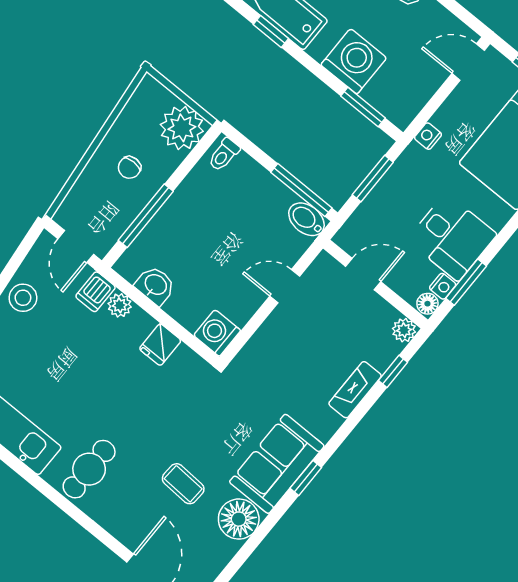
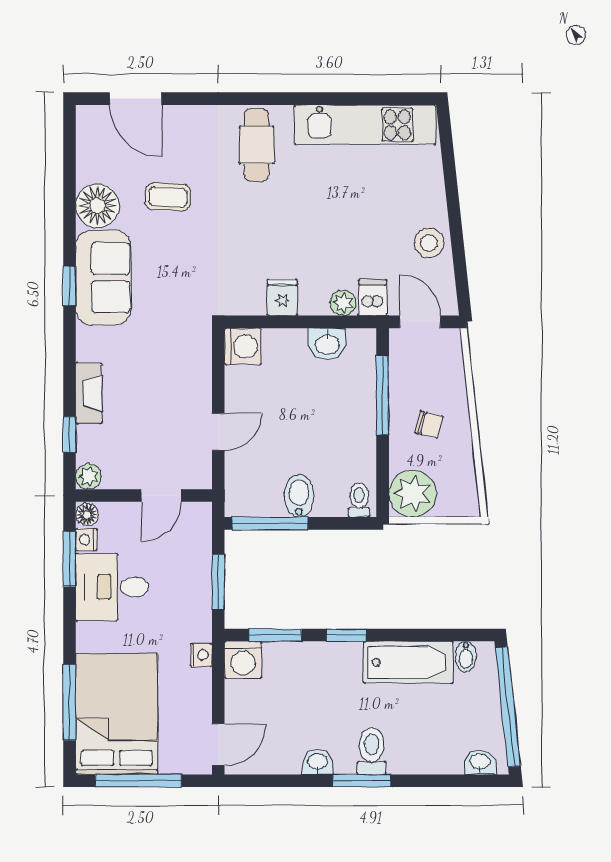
window: (271, 31) -> (346, 635), moved
washing machine: (354, 61) -> (243, 660), moved, width x0.73, depth x0.73
chair: (129, 167) -> (429, 425), turned 104
bidet: (306, 219) -> (299, 496), moved, turned -90

